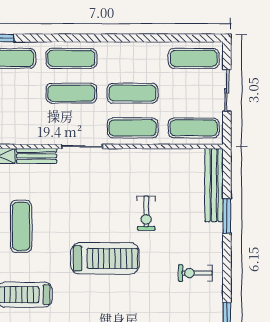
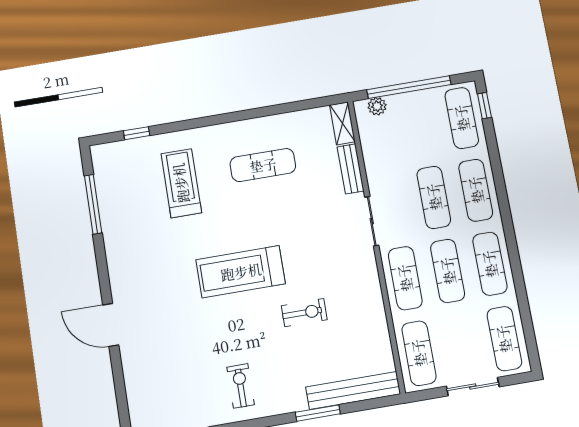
exercise mat: (133, 58) -> (490, 264), added
exercise bike: (146, 213) -> (304, 313), turned 180
treadmill: (105, 258) -> (241, 272), turned 90

